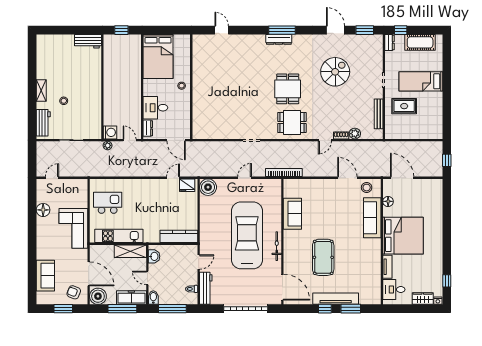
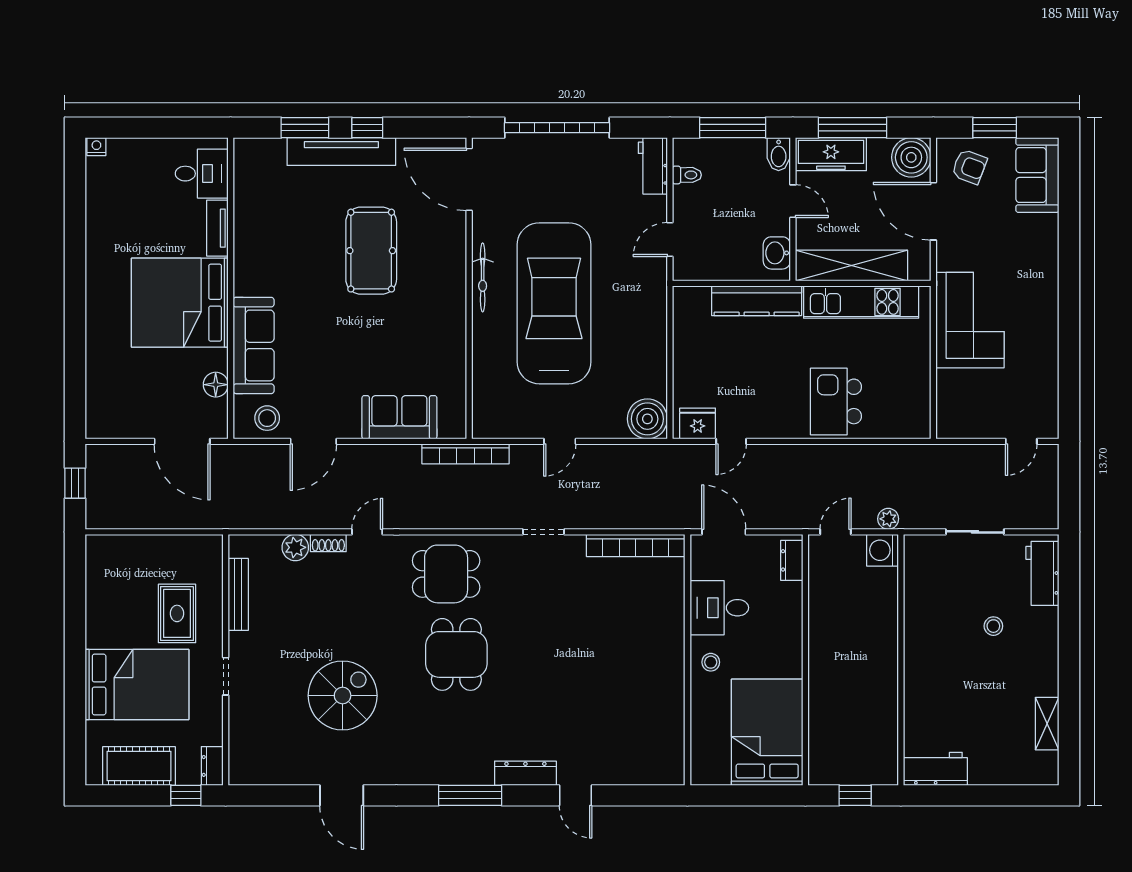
door: (222, 30) -> (575, 795), moved
window: (365, 30) -> (272, 795), removed
dresser: (279, 39) -> (525, 773), moved
spiral stairs: (335, 72) -> (343, 696), turned 180
bed: (421, 81) -> (137, 685), width x1.50
shelving: (41, 90) -> (1047, 724), moved
rug: (404, 106) -> (177, 613), turned 90
desk: (155, 108) -> (719, 608), moved, turned 180
bookcase: (213, 134) -> (636, 545), added
door: (130, 140) -> (835, 532), swing flipped
door: (347, 178) -> (313, 441), hinge flipped
kitchen island: (108, 203) -> (836, 401), moved, turned 90
floor lamp: (43, 210) -> (1043, 364), removed
sofa: (292, 214) -> (399, 417), moved, turned 90
car: (247, 235) -> (554, 303), turned 180
kitchen counter: (179, 236) -> (757, 301), moved
shelving: (130, 251) -> (852, 265), width x1.47
sofa: (45, 276) -> (1037, 175), moved
window: (447, 281) -> (75, 194), removed
workbench: (206, 288) -> (653, 166), width x0.73
wardrobe: (423, 298) -> (133, 152), removed

